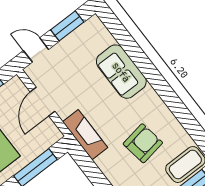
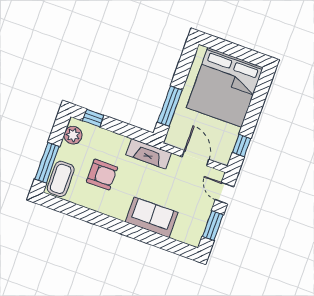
door: (36, 50) -> (224, 193), swing flipped
armchair: (143, 143) -> (102, 175), turned -81

